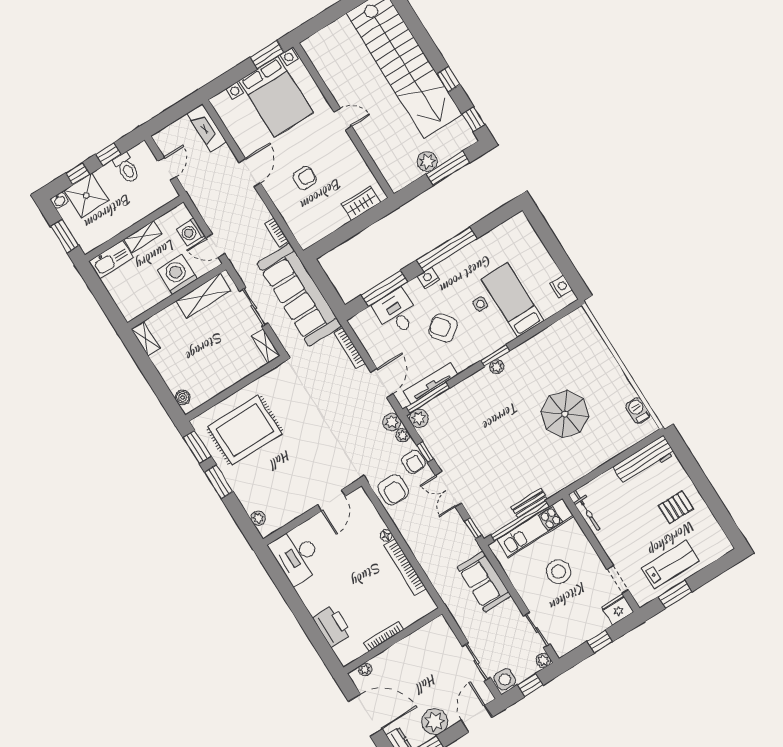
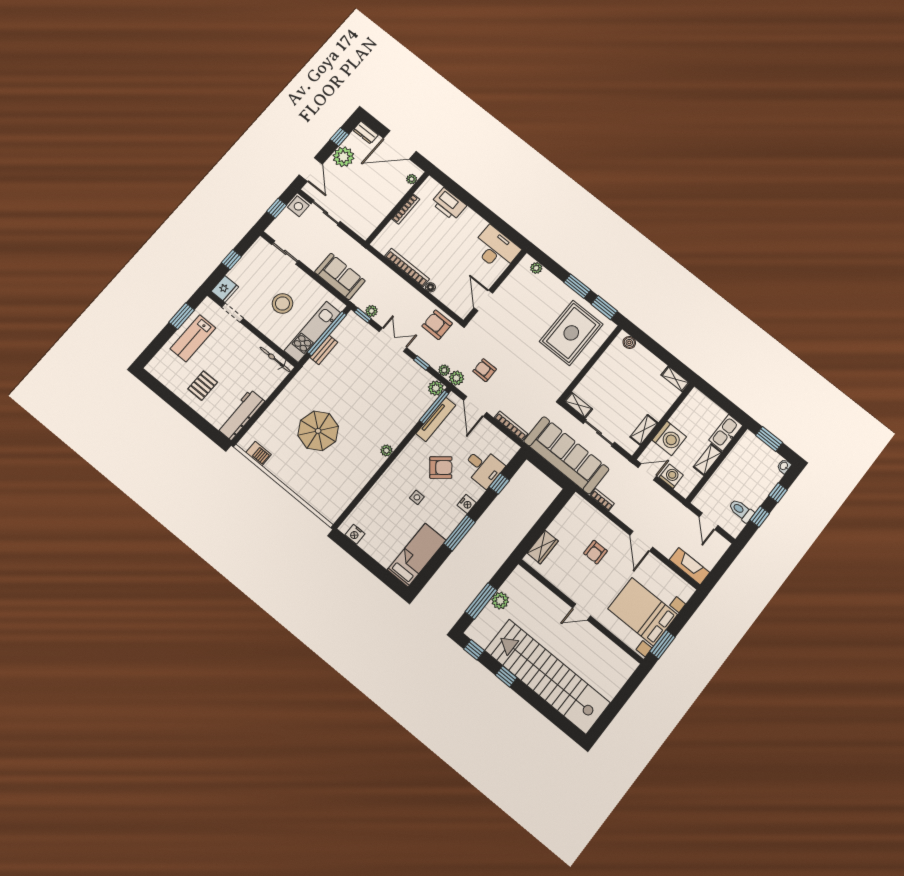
shower: (86, 195) -> (764, 477), removed
window: (447, 249) -> (460, 533), width x0.68
window: (385, 288) -> (499, 484), width x0.46
shelving: (203, 296) -> (644, 430), width x0.67, depth x0.75
bed: (513, 300) -> (417, 555), moved, turned -90
window: (495, 356) -> (391, 459), removed
armchair: (413, 462) -> (485, 370), moved
plant: (543, 660) -> (372, 311), moved

